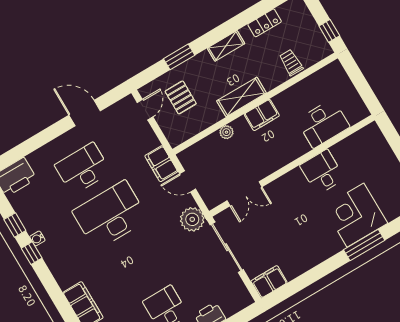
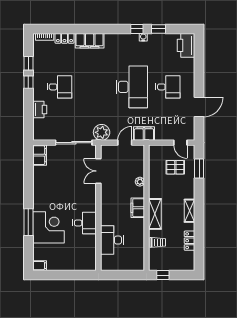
window: (179, 57) -> (199, 168), moved
shelving: (241, 97) -> (155, 214), moved
desk: (83, 169) -> (168, 87), width x0.73

